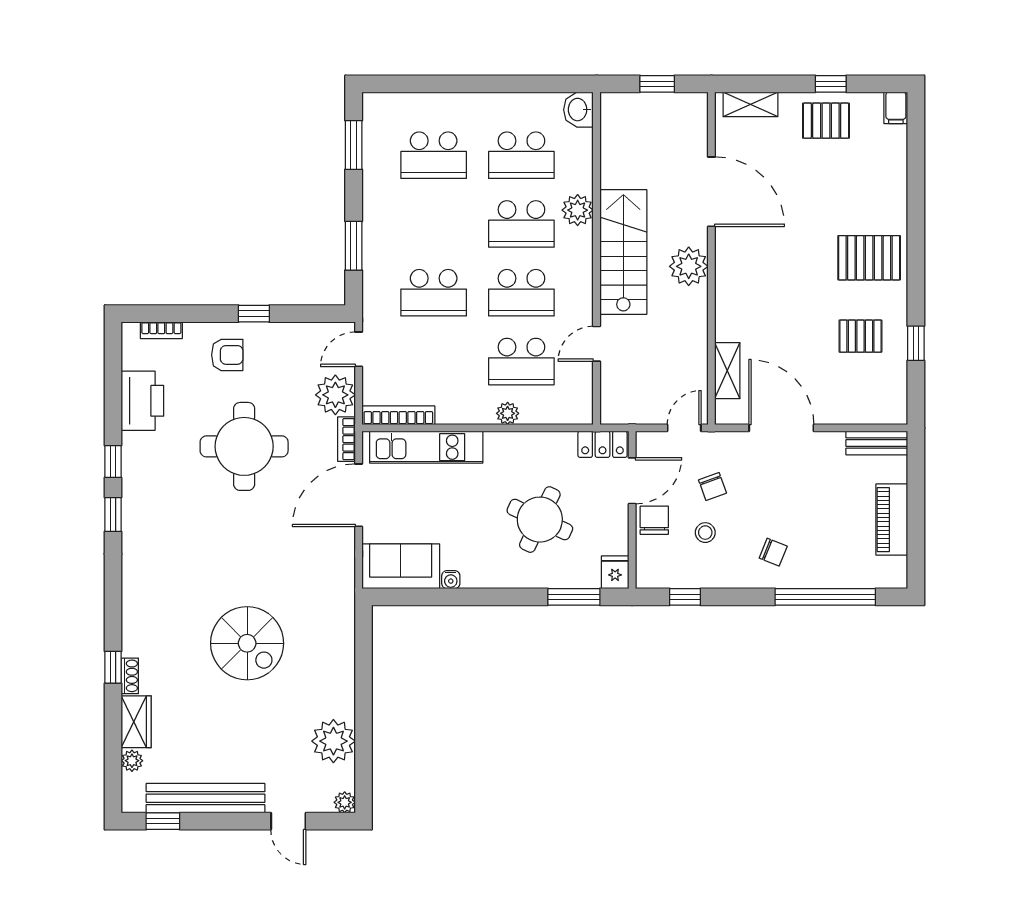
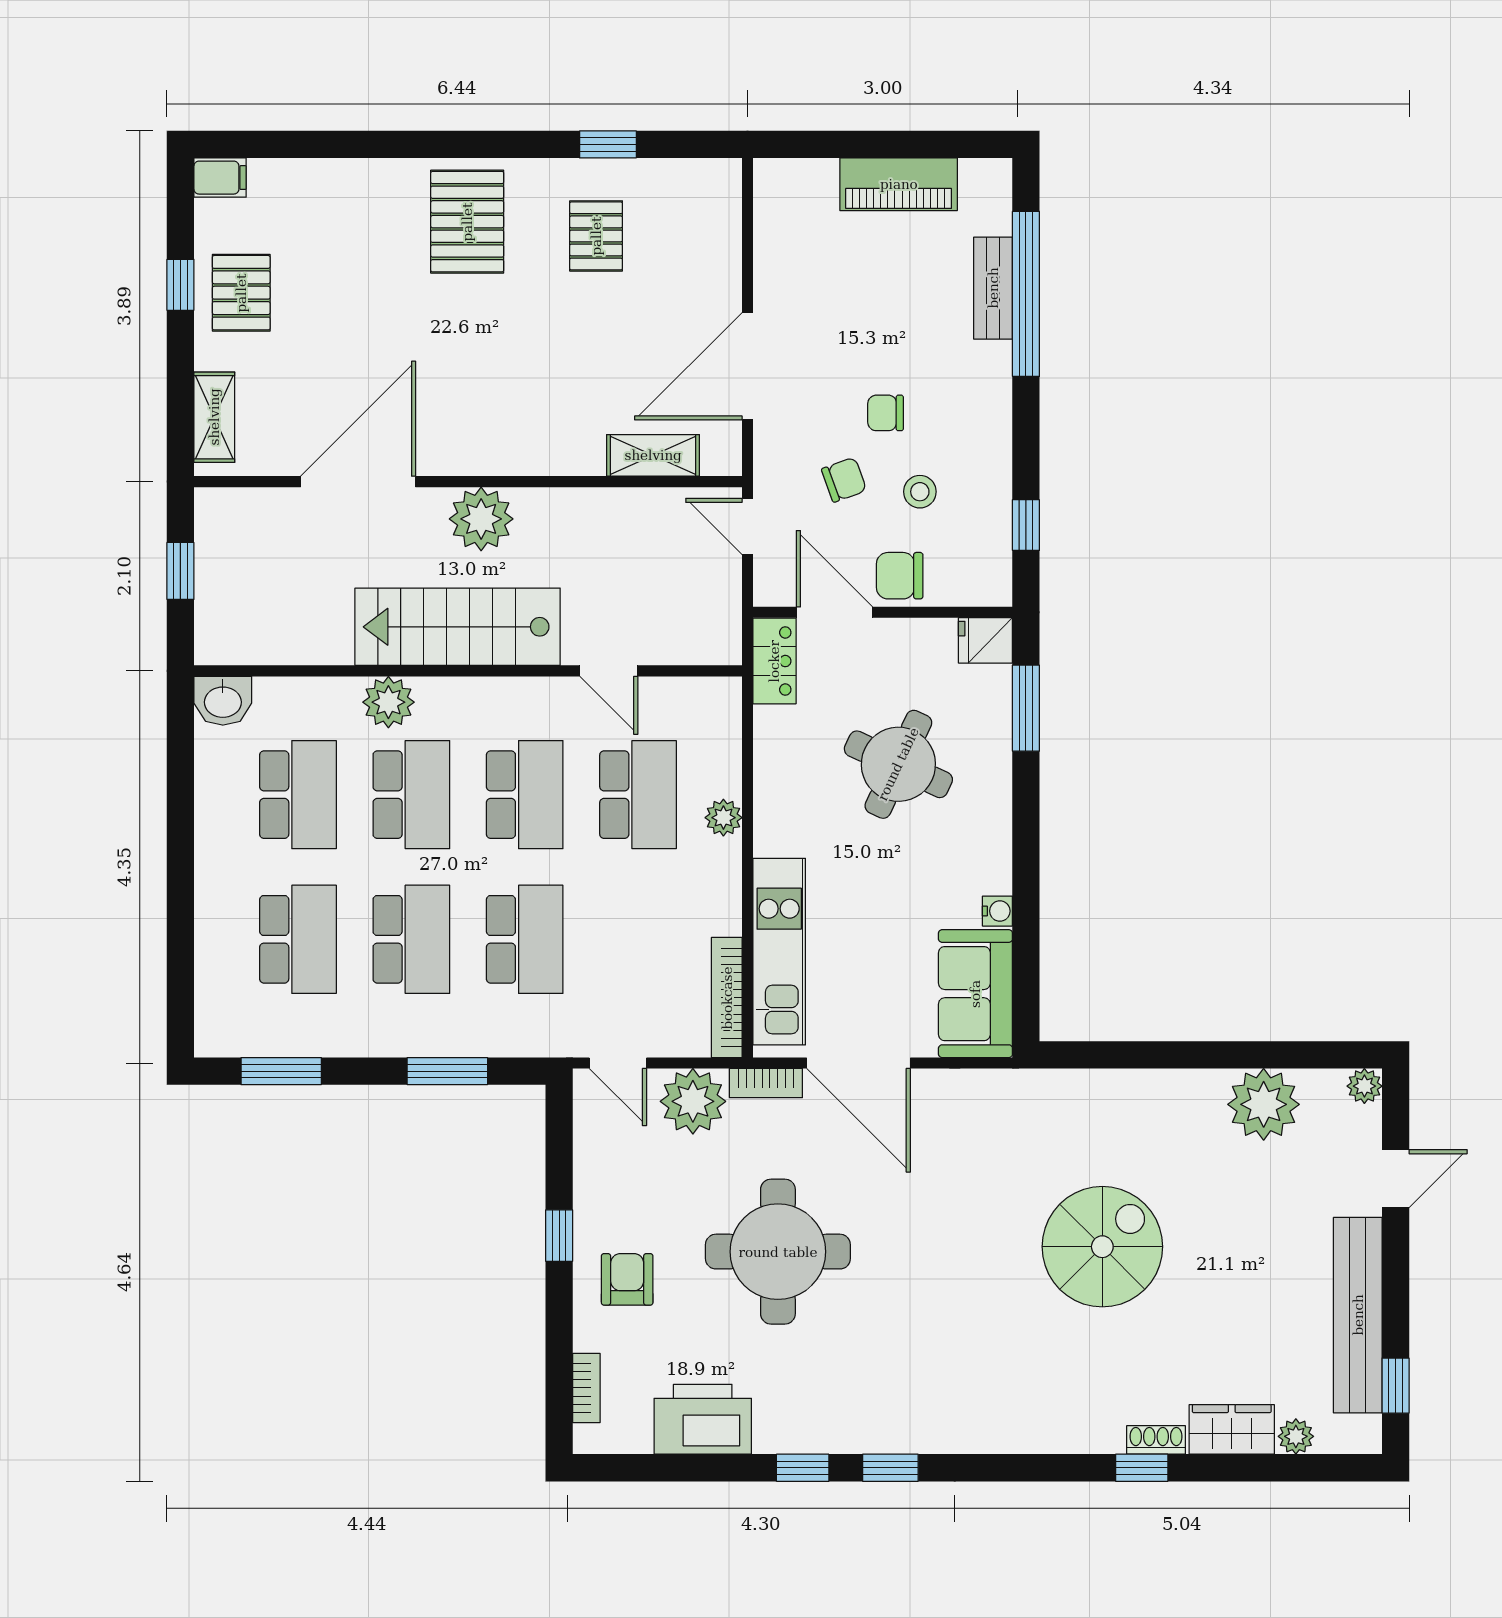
school desk: (434, 224) -> (411, 939), added
bench: (877, 443) -> (993, 288), moved
chair: (773, 552) -> (886, 413), moved, turned -112

